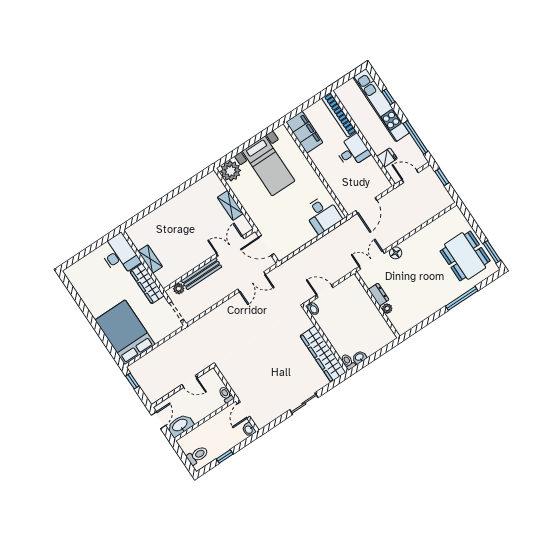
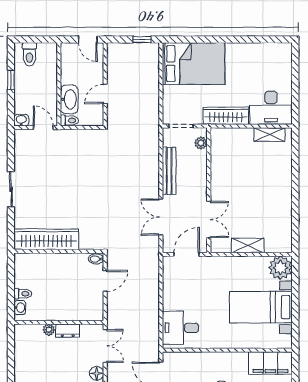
shelving: (150, 259) -> (269, 135), moved
bench: (202, 274) -> (169, 171), moved
washbasin: (359, 357) -> (20, 308), moved
toilet: (348, 362) -> (23, 294), moved
washbasin: (180, 425) -> (69, 99), moved

